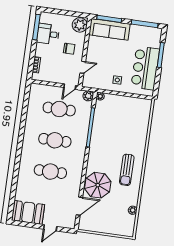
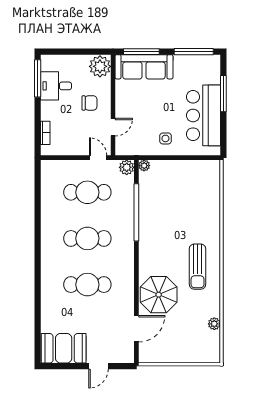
door: (70, 87) -> (98, 158), swing flipped

